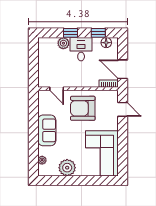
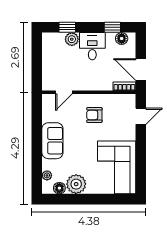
window: (70, 33) -> (67, 27), moved
door: (57, 89) -> (64, 92), hinge flipped
armchair: (83, 108) -> (94, 115), width x0.53, depth x0.53
door: (123, 109) -> (141, 116), hinge flipped
floor lamp: (53, 171) -> (59, 188), added

